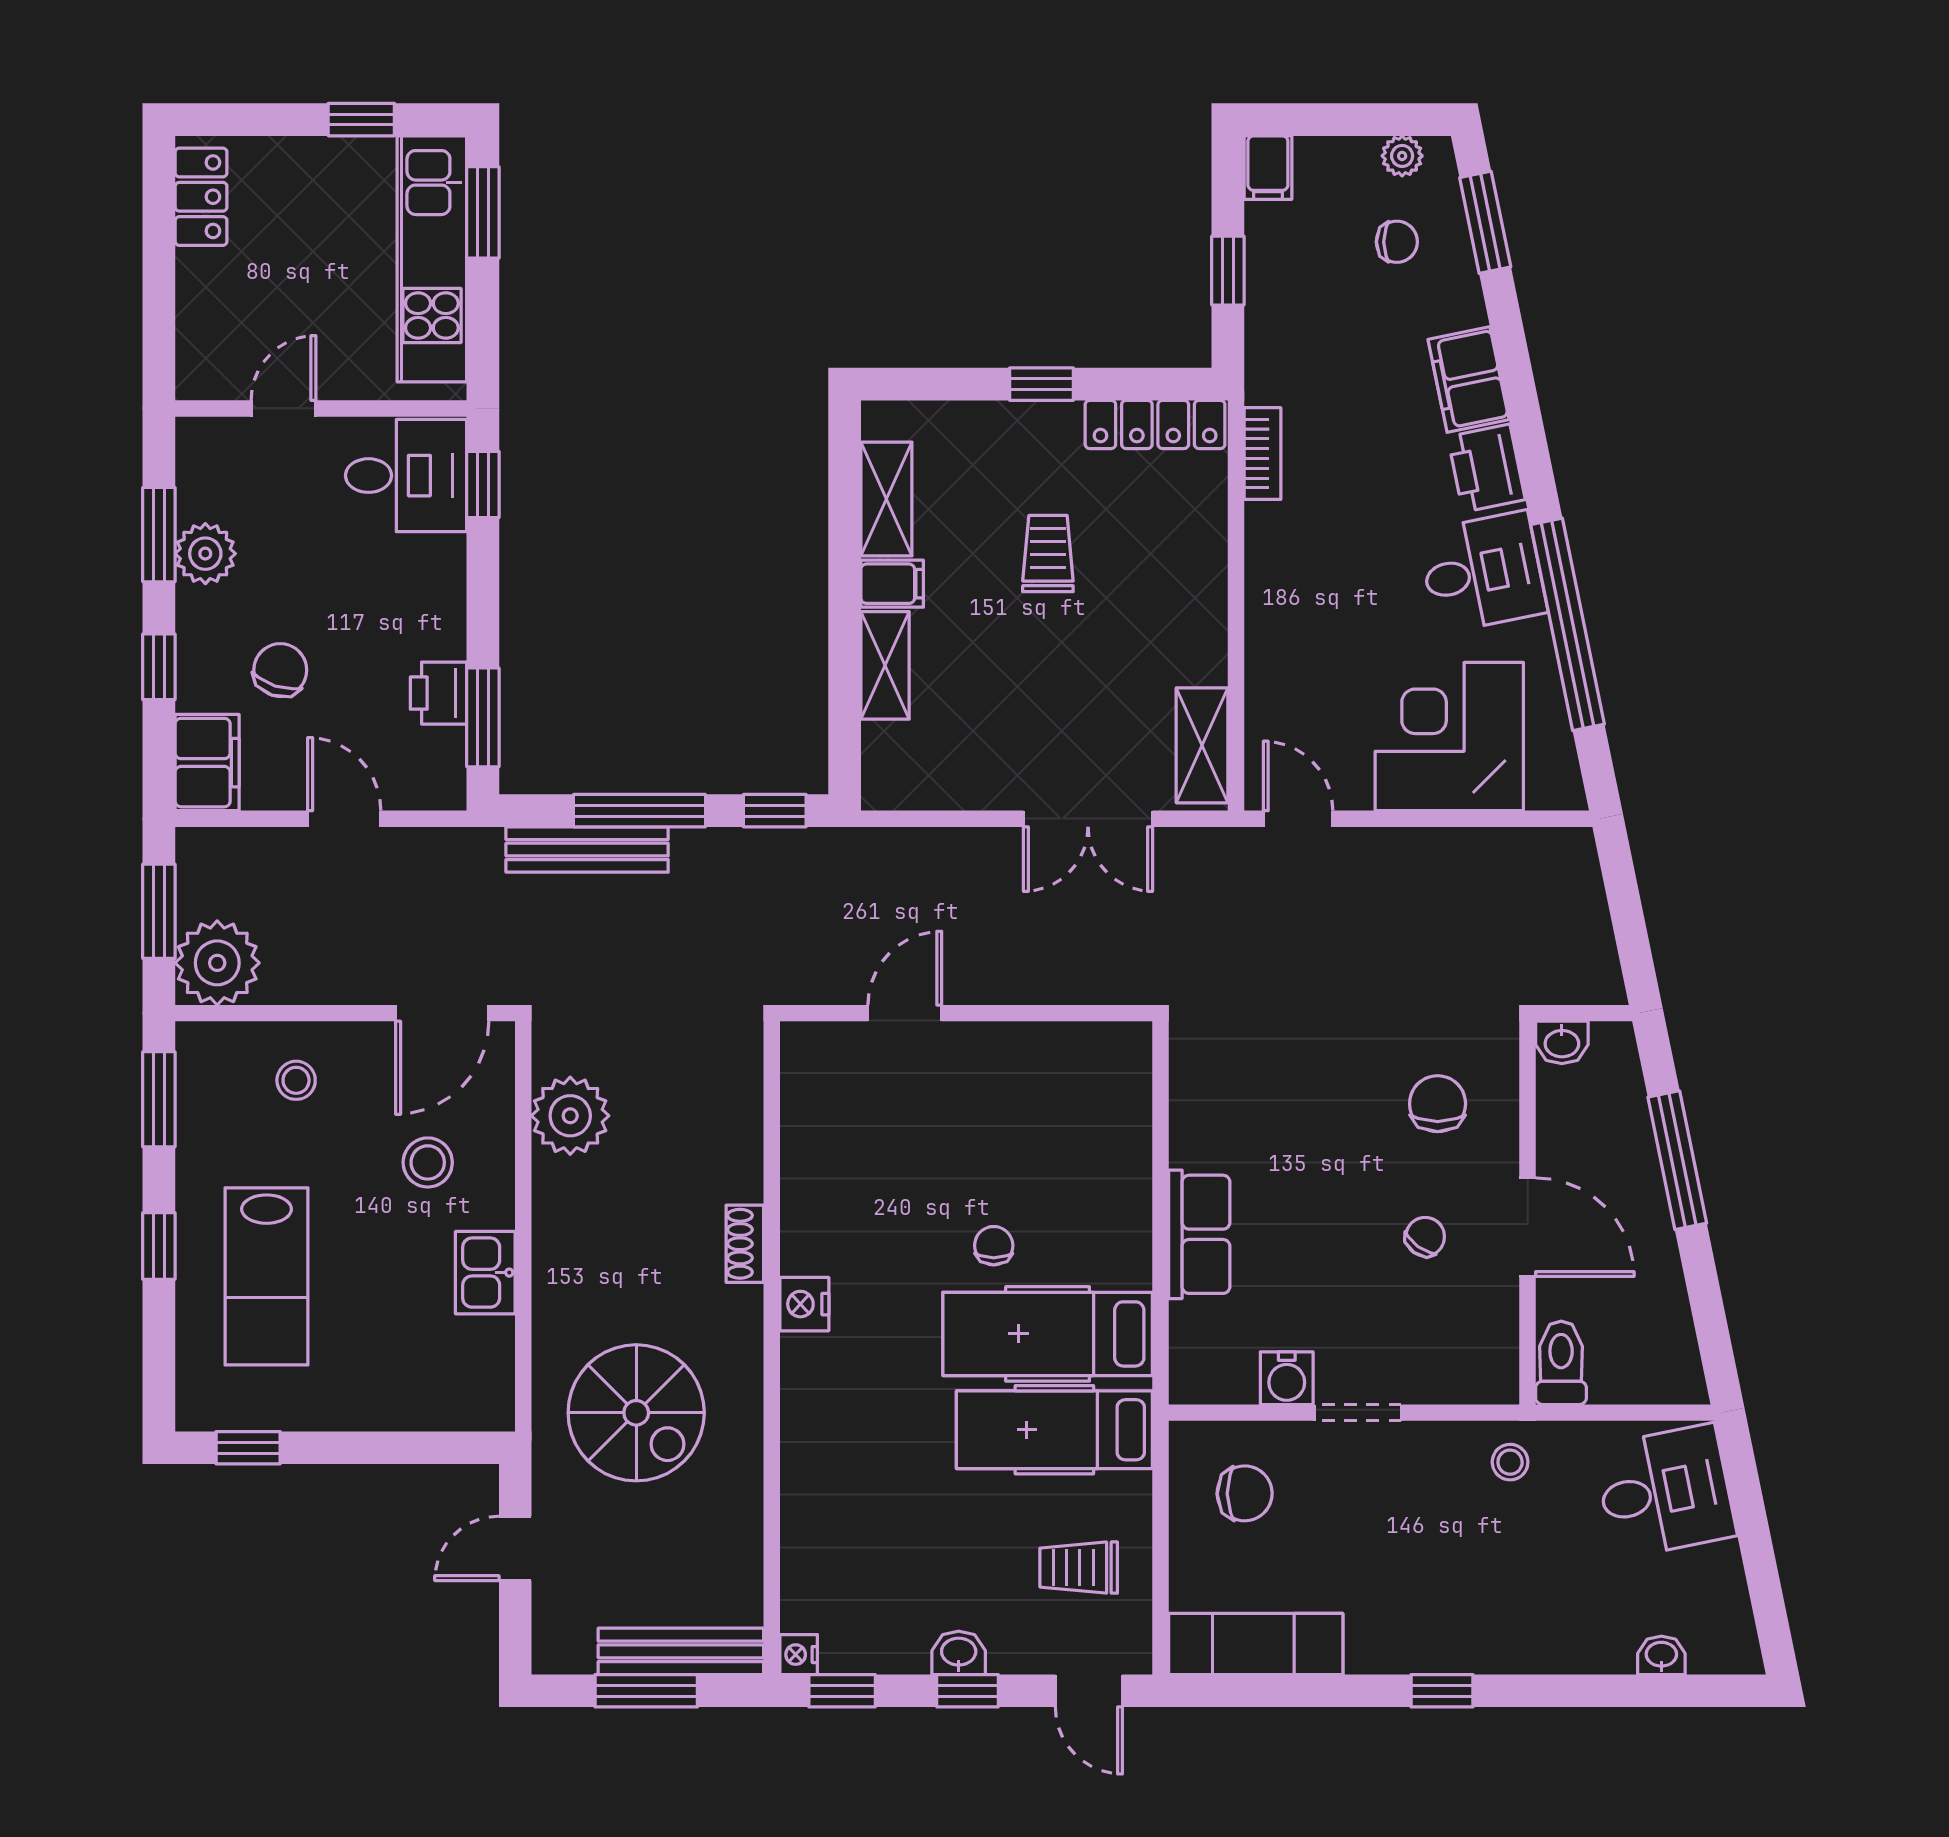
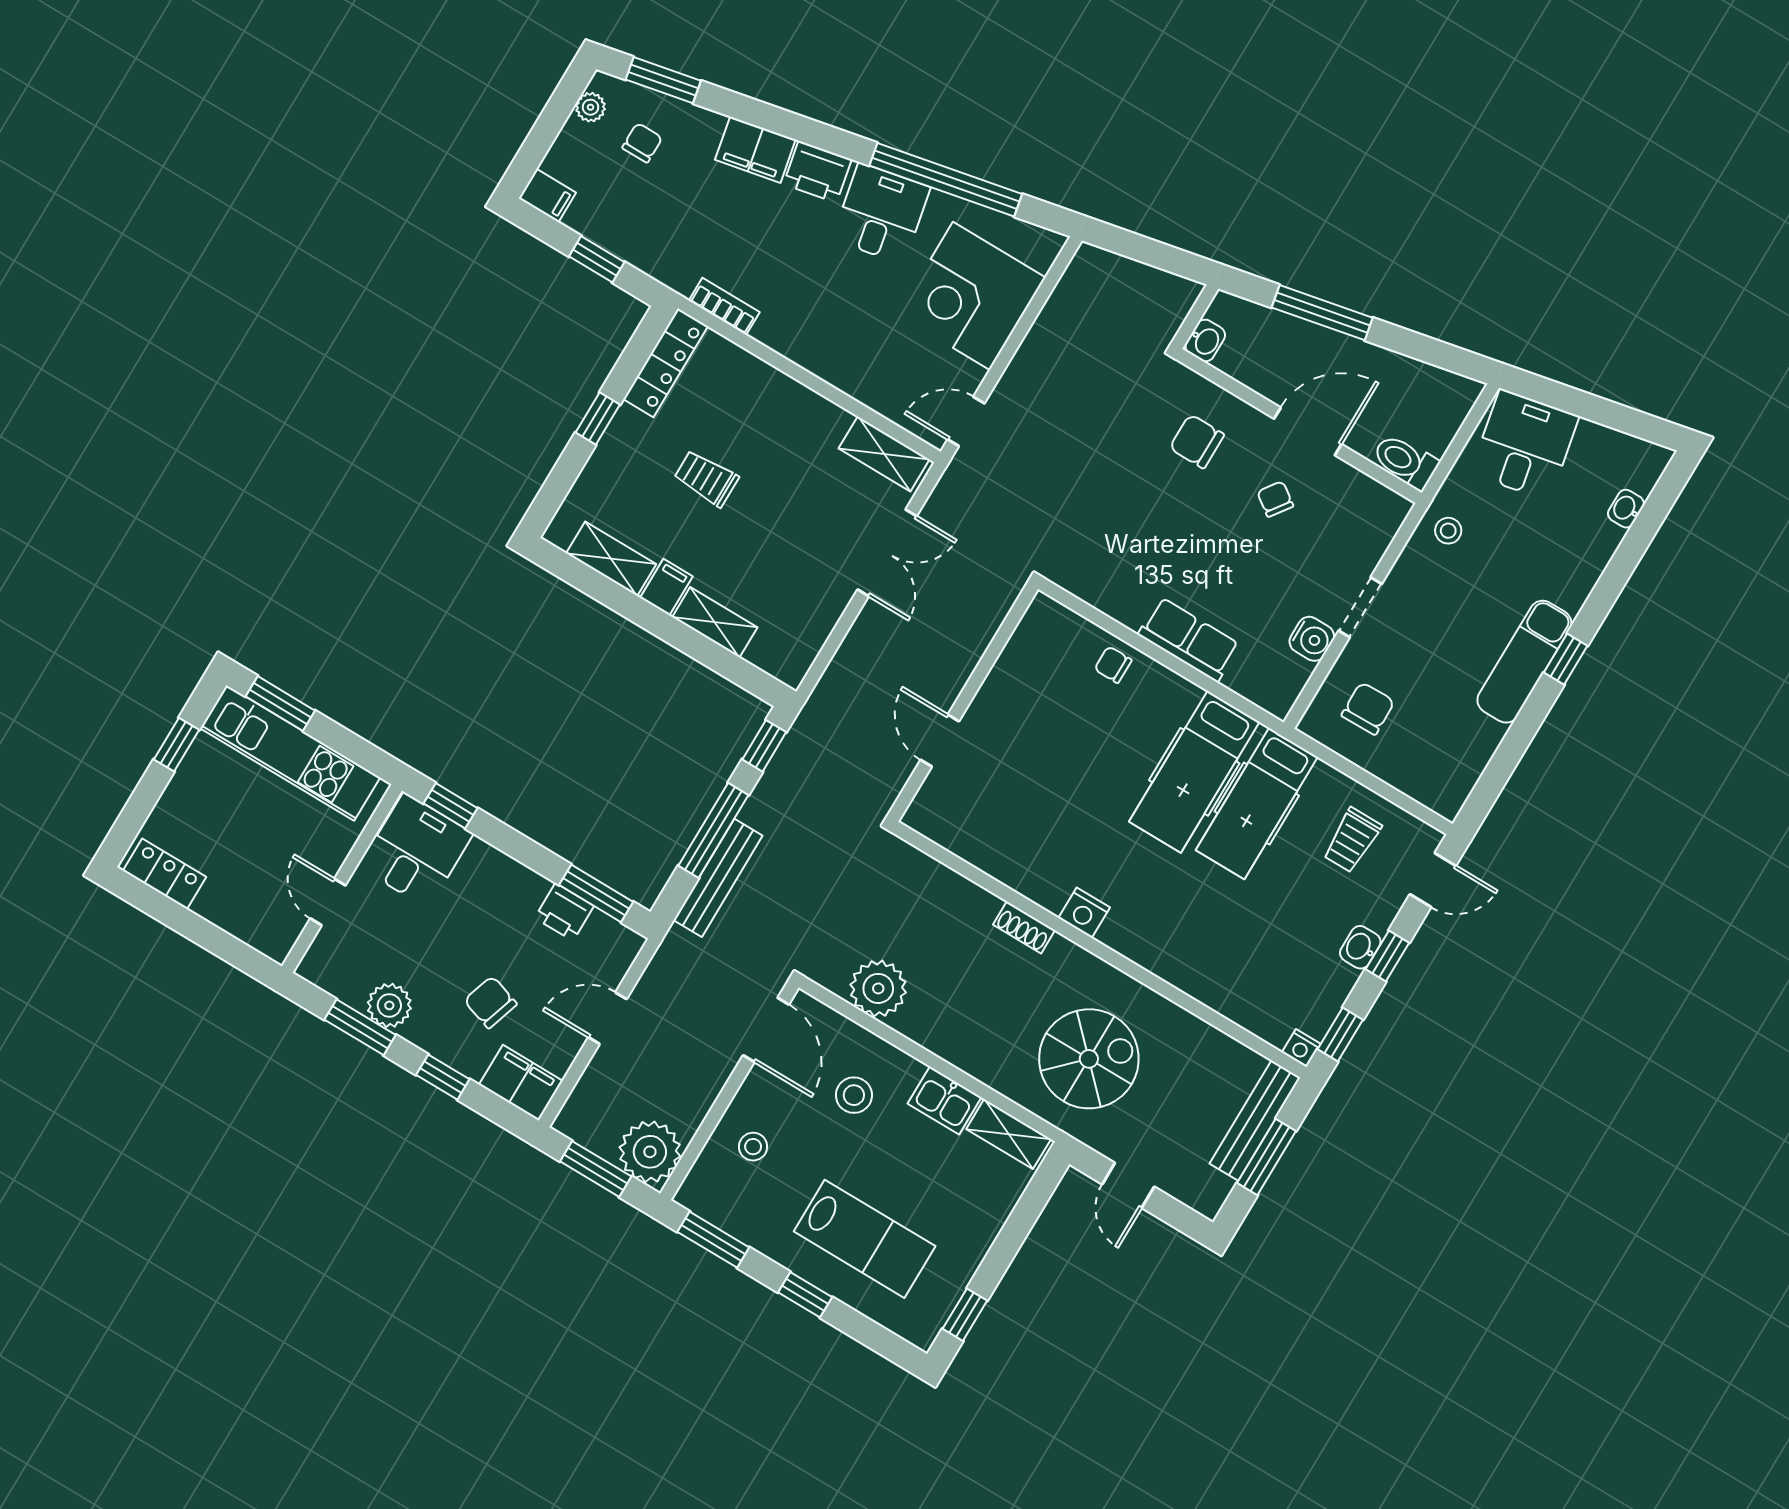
chair: (994, 1246) -> (1113, 665), moved
shelving: (491, 1372) -> (1009, 1134), added
exam couch: (1256, 1644) -> (1524, 662), moved

